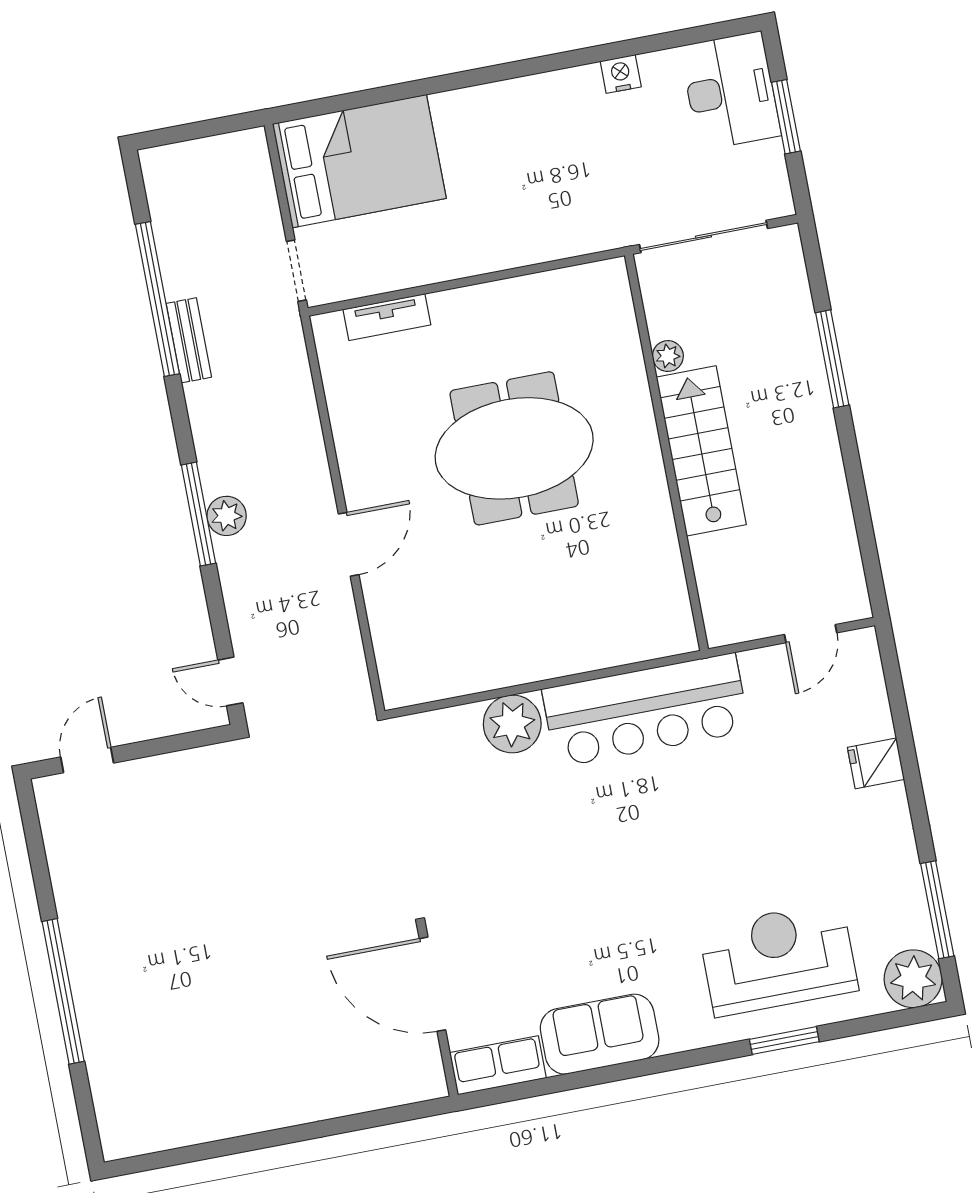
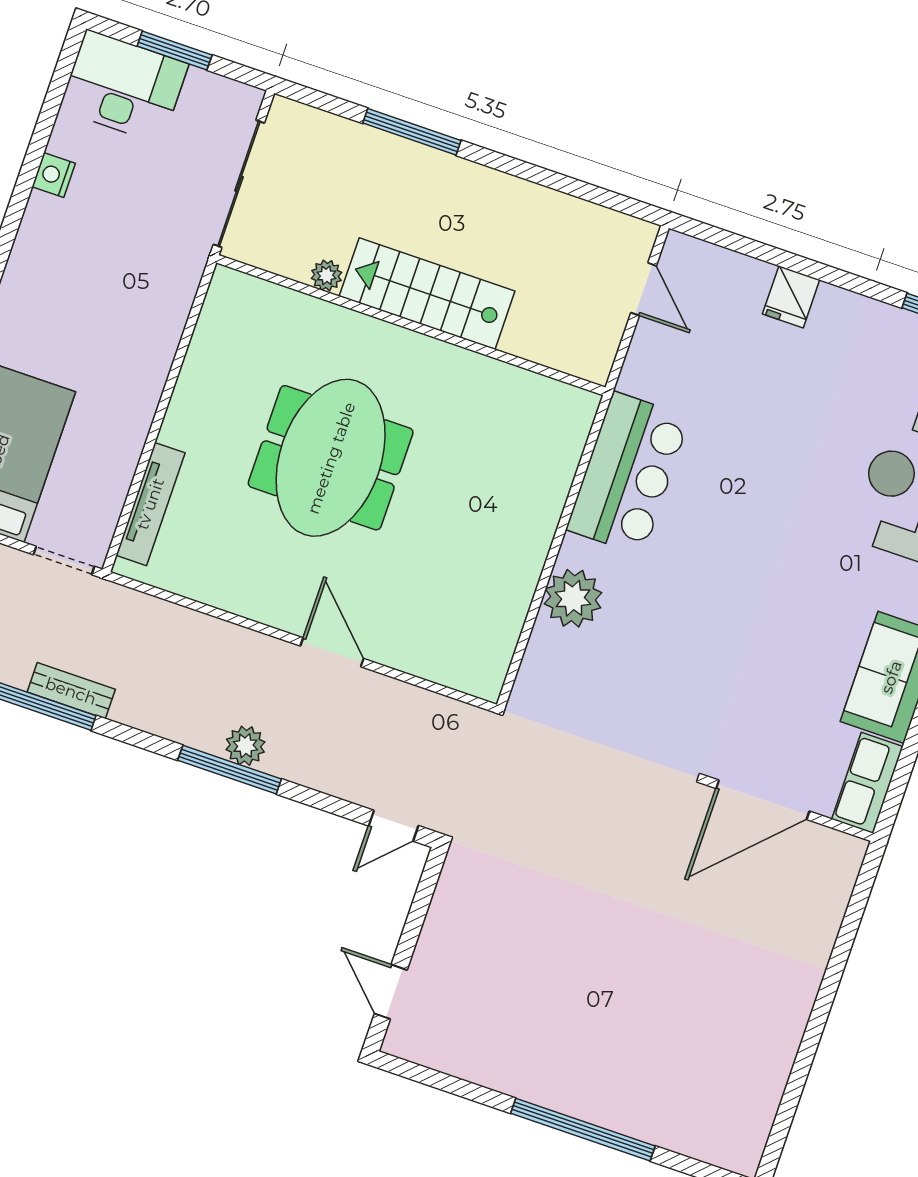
tv unit: (387, 317) -> (150, 504), width x1.41
bar counter: (646, 710) -> (628, 473), width x0.73

